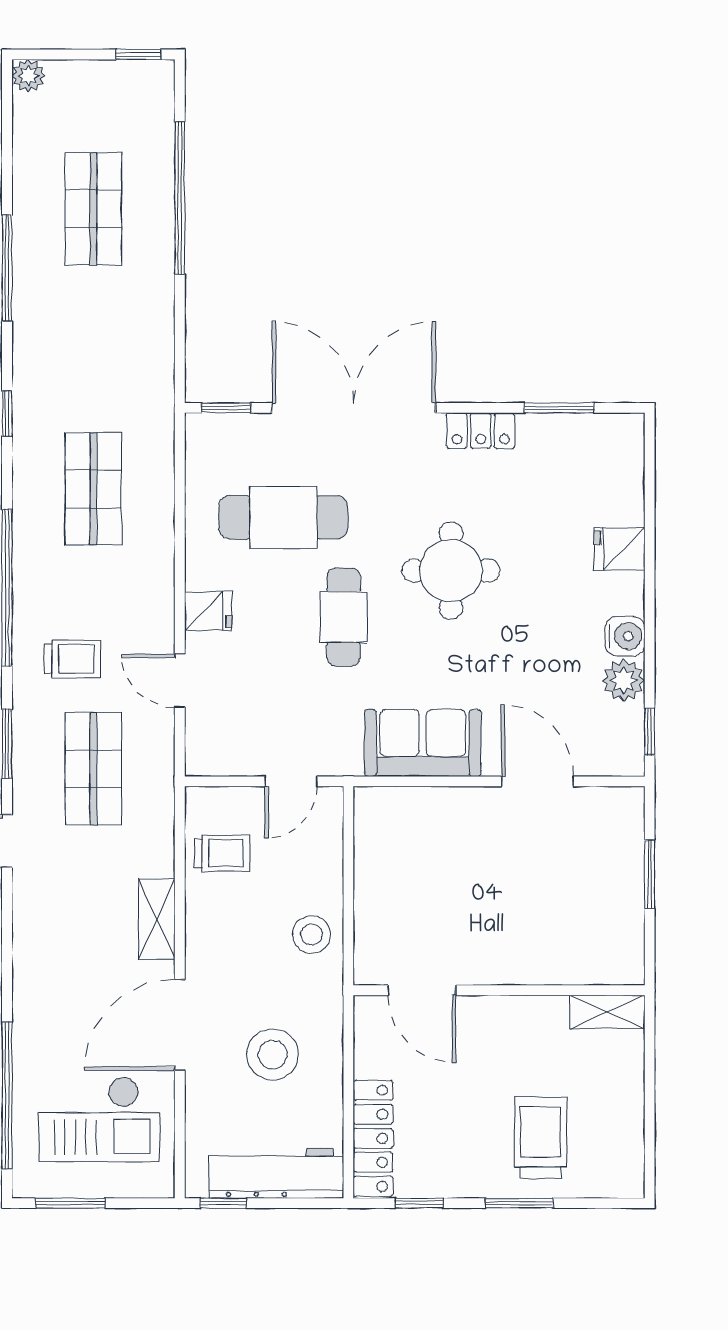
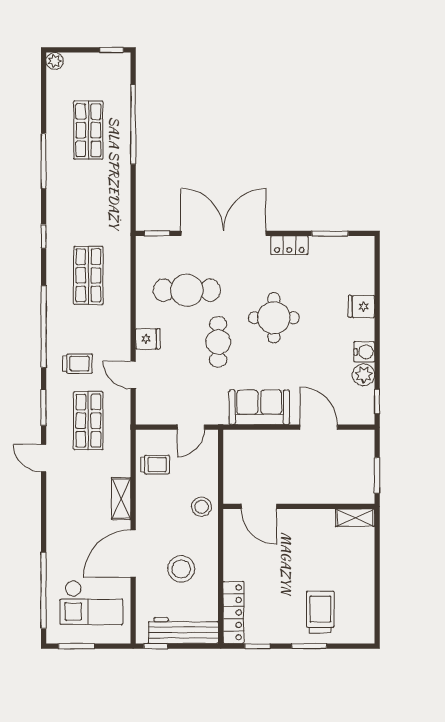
door: (422, 990) -> (259, 506), moved
wall: (499, 990) -> (299, 506), moved
shelving: (607, 1012) -> (355, 518), moved

